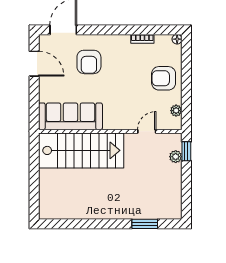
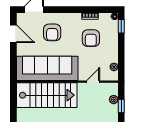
window: (186, 53) -> (121, 26), added
armchair: (164, 78) -> (91, 38), moved, turned -90
sofa: (70, 116) -> (47, 68), width x1.36, depth x1.27
window: (186, 151) -> (121, 106), moved

